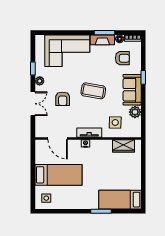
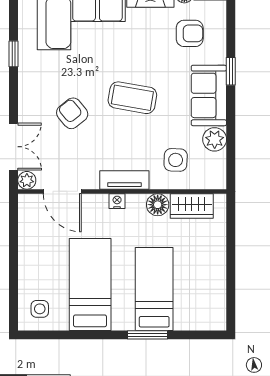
plant: (40, 81) -> (27, 180), moved
armchair: (63, 99) -> (72, 113), turned 141
double door: (33, 104) -> (13, 147), moved
floor lamp: (106, 145) -> (158, 205), added
bed: (59, 175) -> (90, 284), moved, turned -90
bed: (120, 200) -> (154, 289), moved, turned 90

